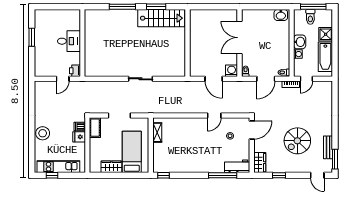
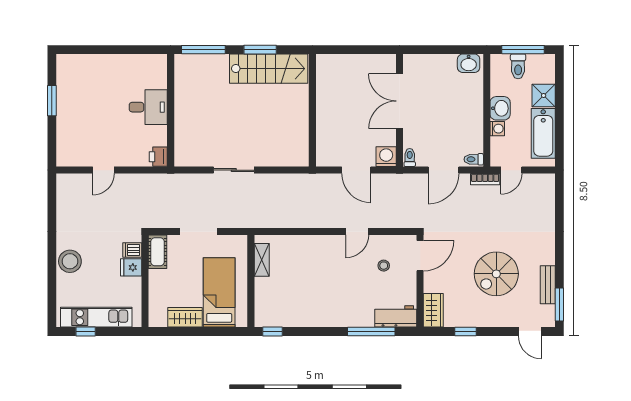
desk: (69, 41) -> (148, 107), moved
wall: (82, 43) -> (171, 110), moved
printer: (75, 71) -> (158, 157), moved

